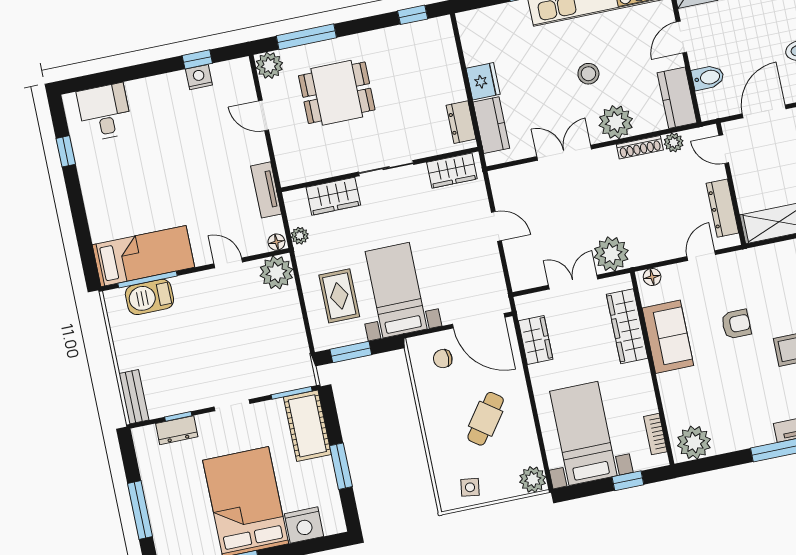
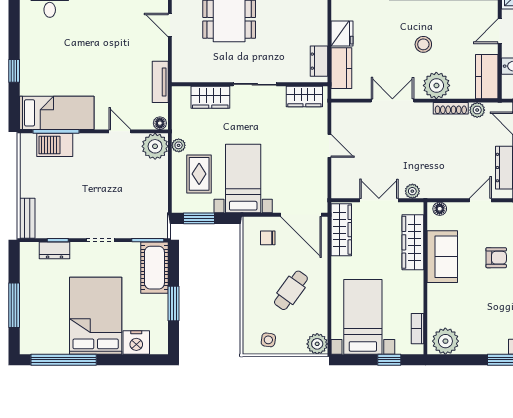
window: (66, 151) -> (14, 71), moved
plant: (300, 236) -> (179, 145), moved
plant: (611, 254) -> (412, 191), width x0.53, depth x0.53
wardrobe: (536, 340) -> (341, 230), width x1.50

